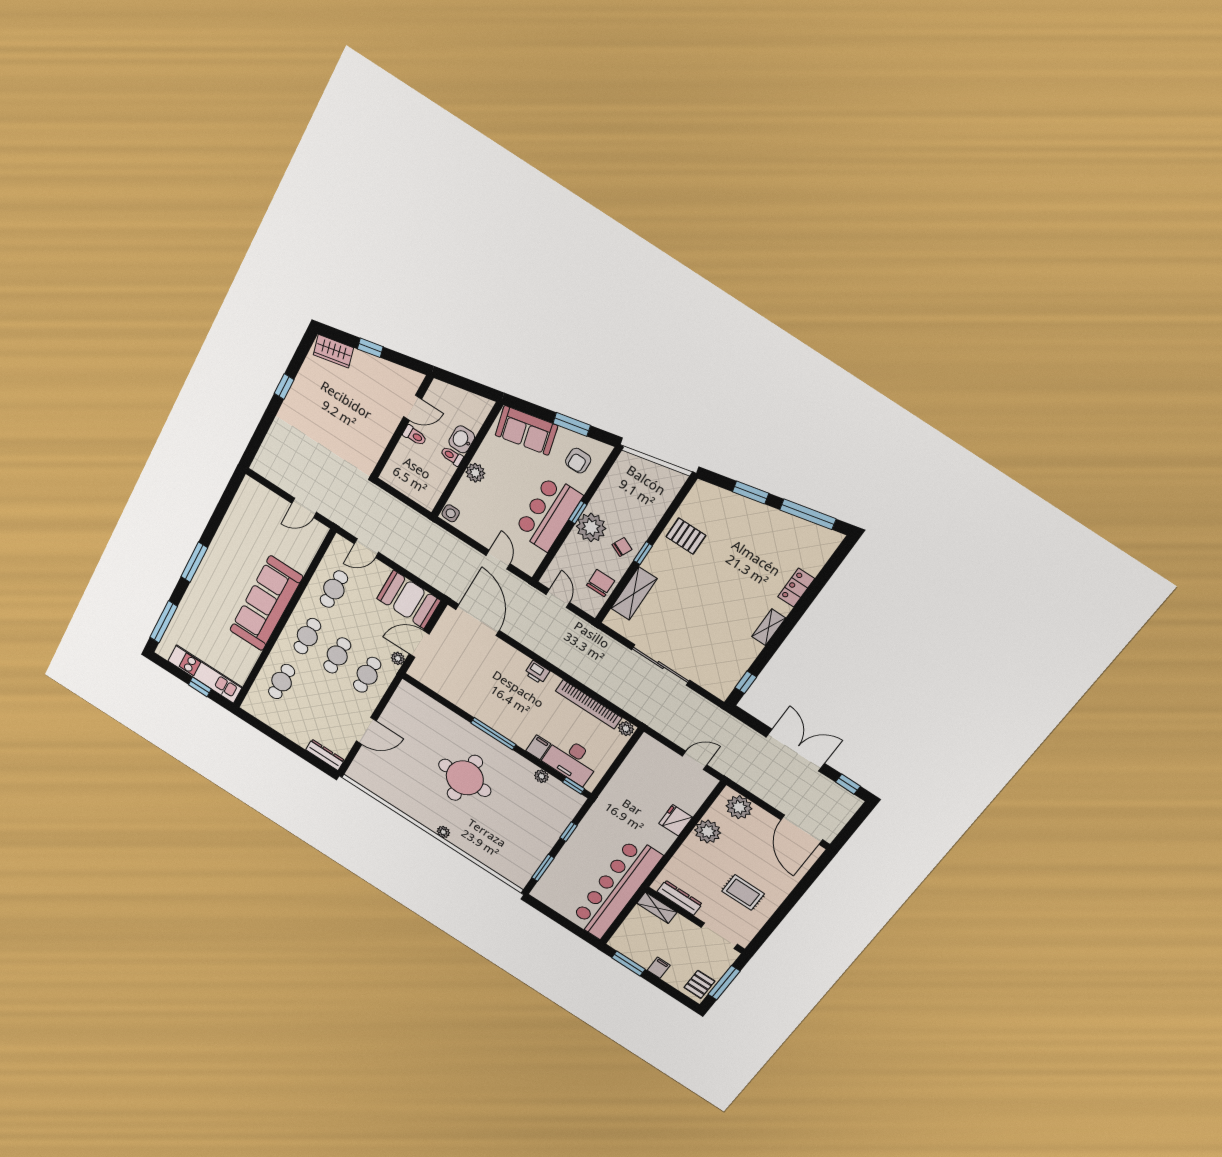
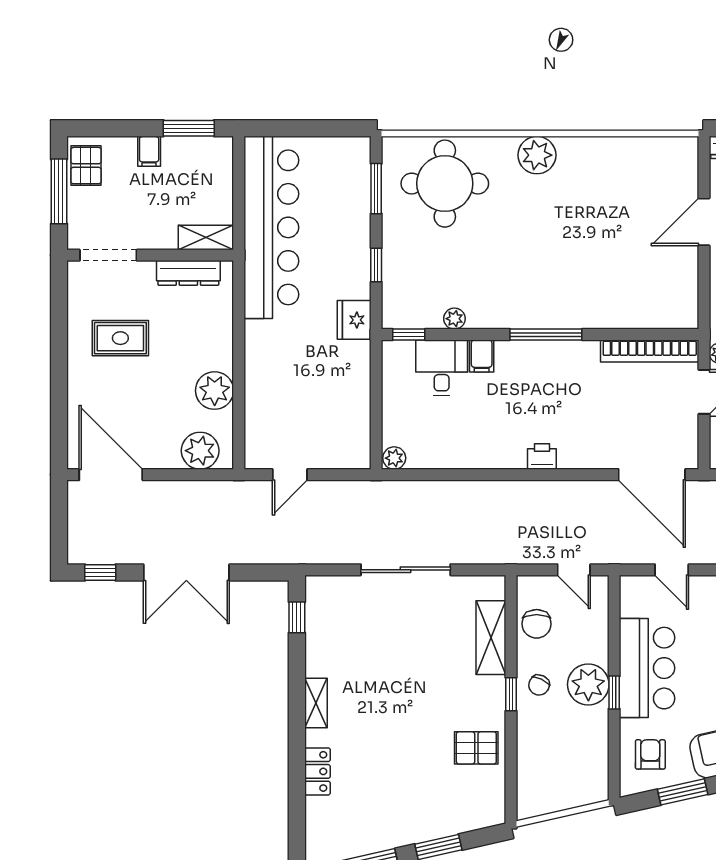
bookcase: (589, 704) -> (650, 351), moved, turned 180
desk: (571, 760) -> (442, 368), width x0.73
round table: (465, 778) -> (445, 184), moved
fridge: (676, 820) -> (354, 320), moved, turned 180
plant: (443, 832) -> (537, 155), width x1.88, depth x1.88

